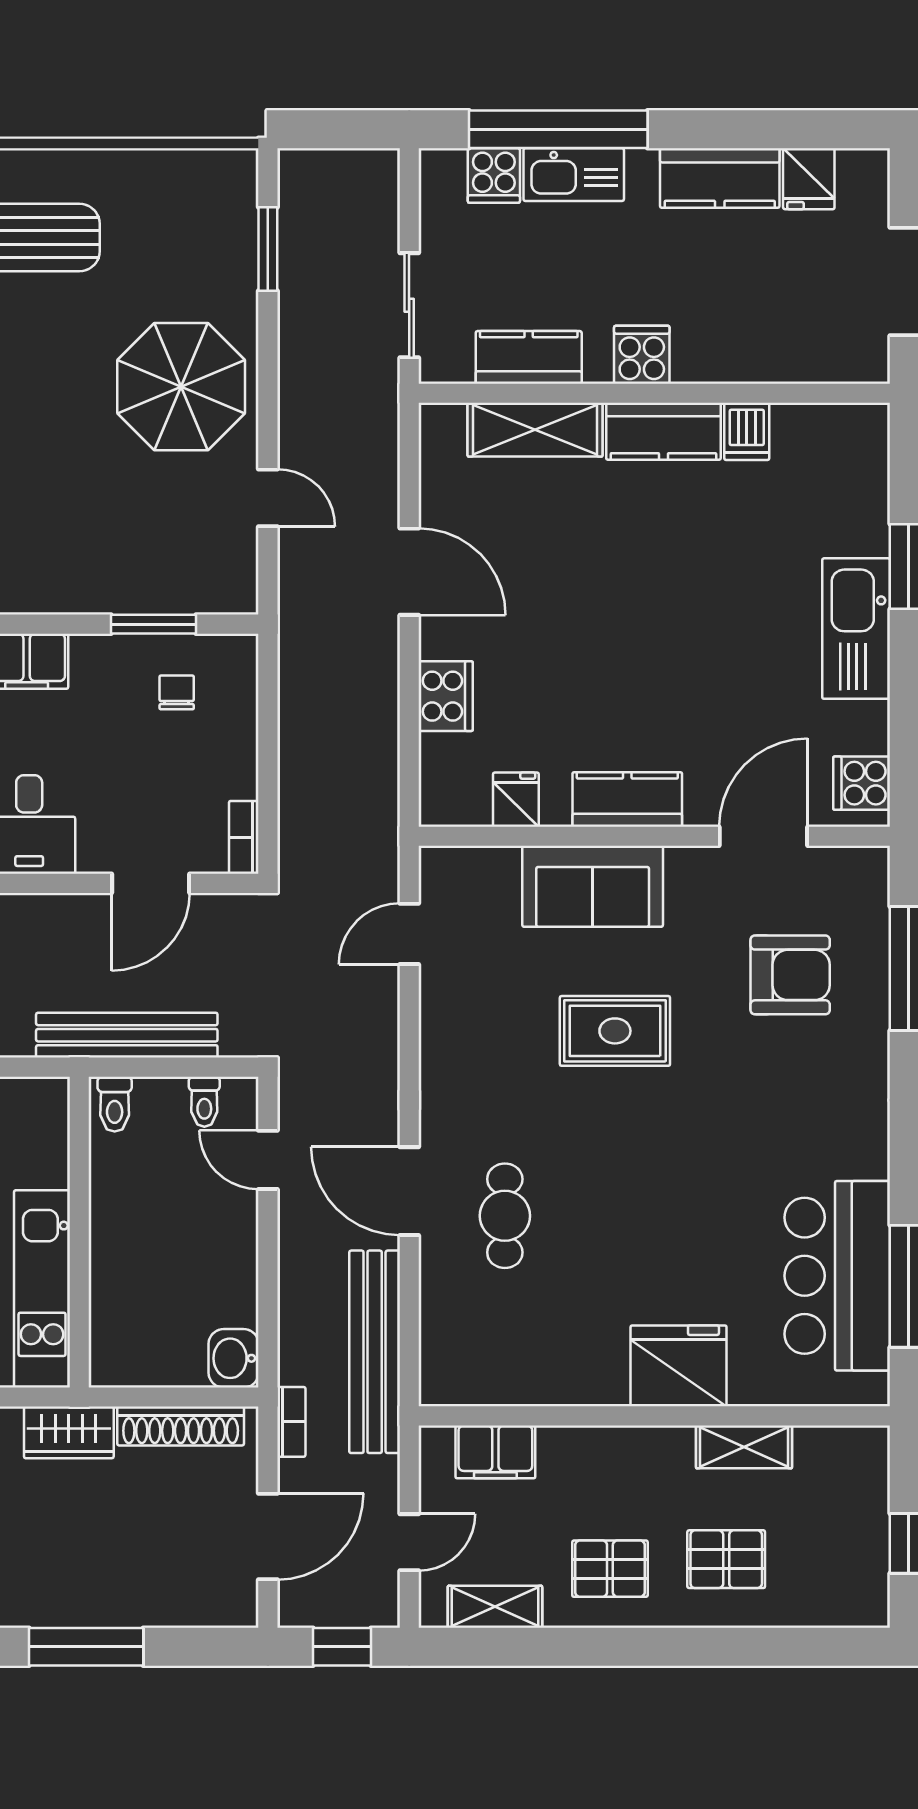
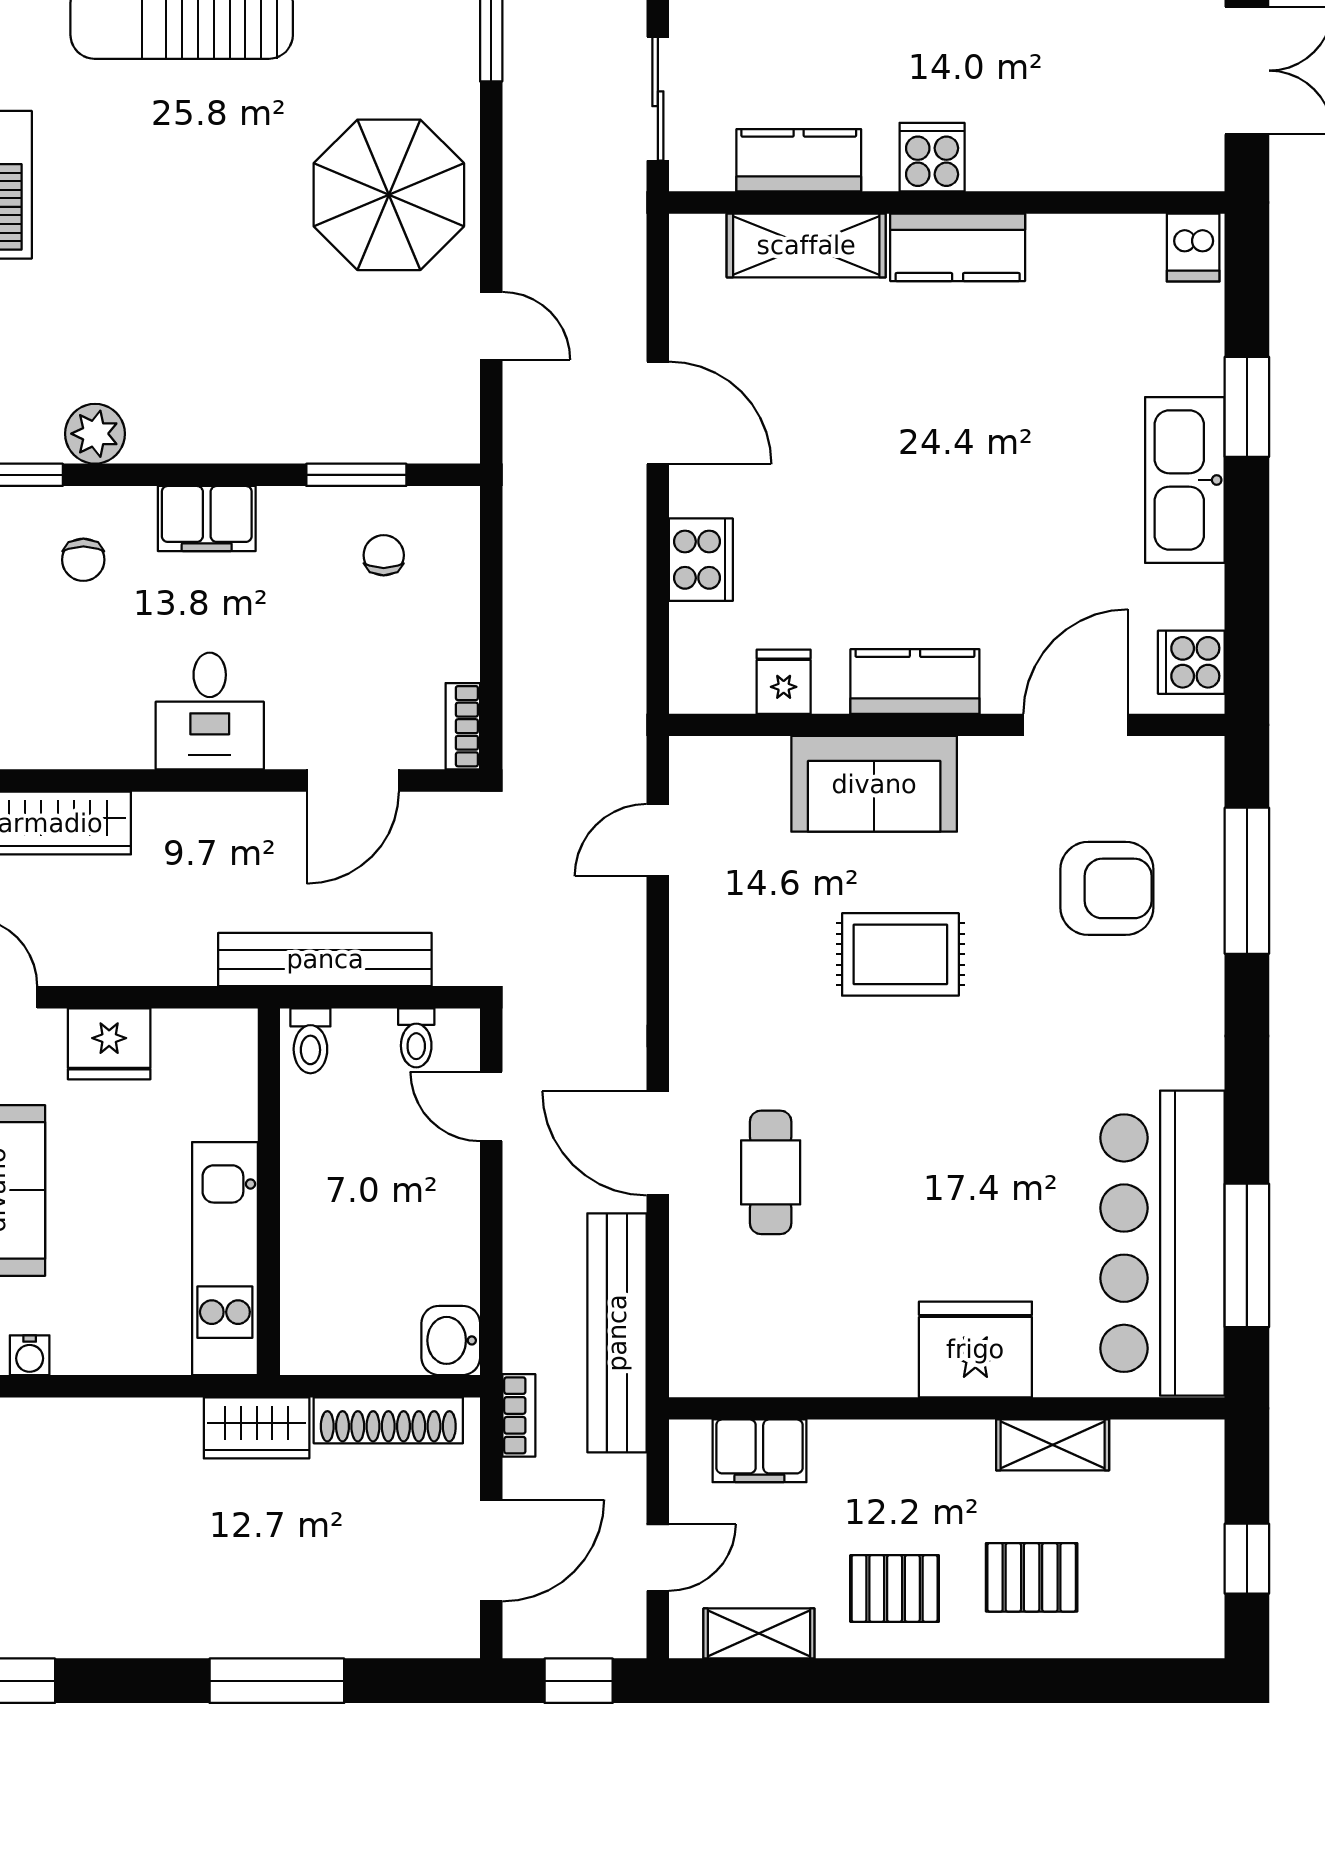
dishwasher: (747, 431) -> (1193, 248), moved
bar counter: (837, 1276) -> (1163, 1243), width x1.36

